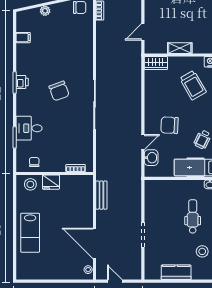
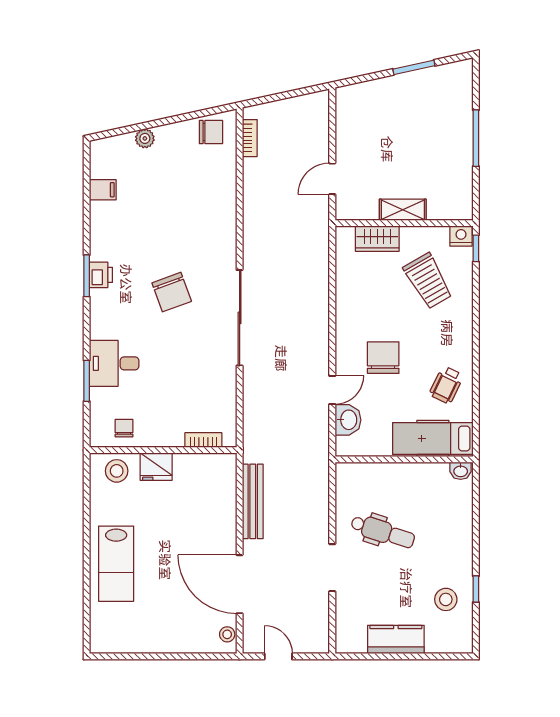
wardrobe: (156, 63) -> (377, 239), moved
chair: (169, 125) -> (383, 358), turned 87
bench: (101, 195) -> (253, 501), width x1.36
dental chair: (193, 216) -> (383, 532), moved, turned 108

